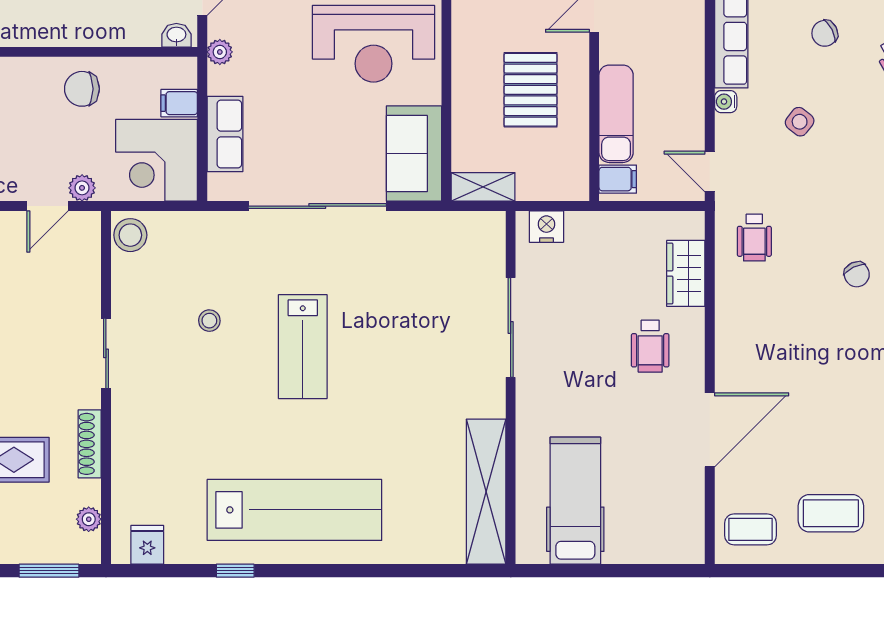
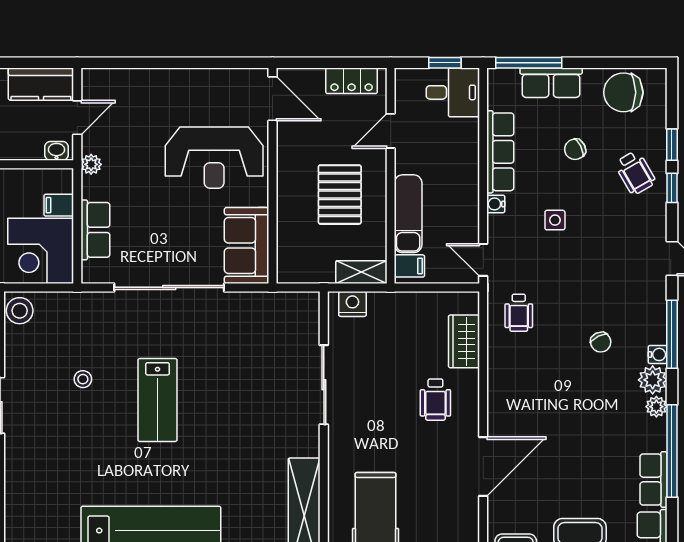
side table: (800, 122) -> (555, 220), turned -38
shelving: (483, 187) -> (361, 272), moved

